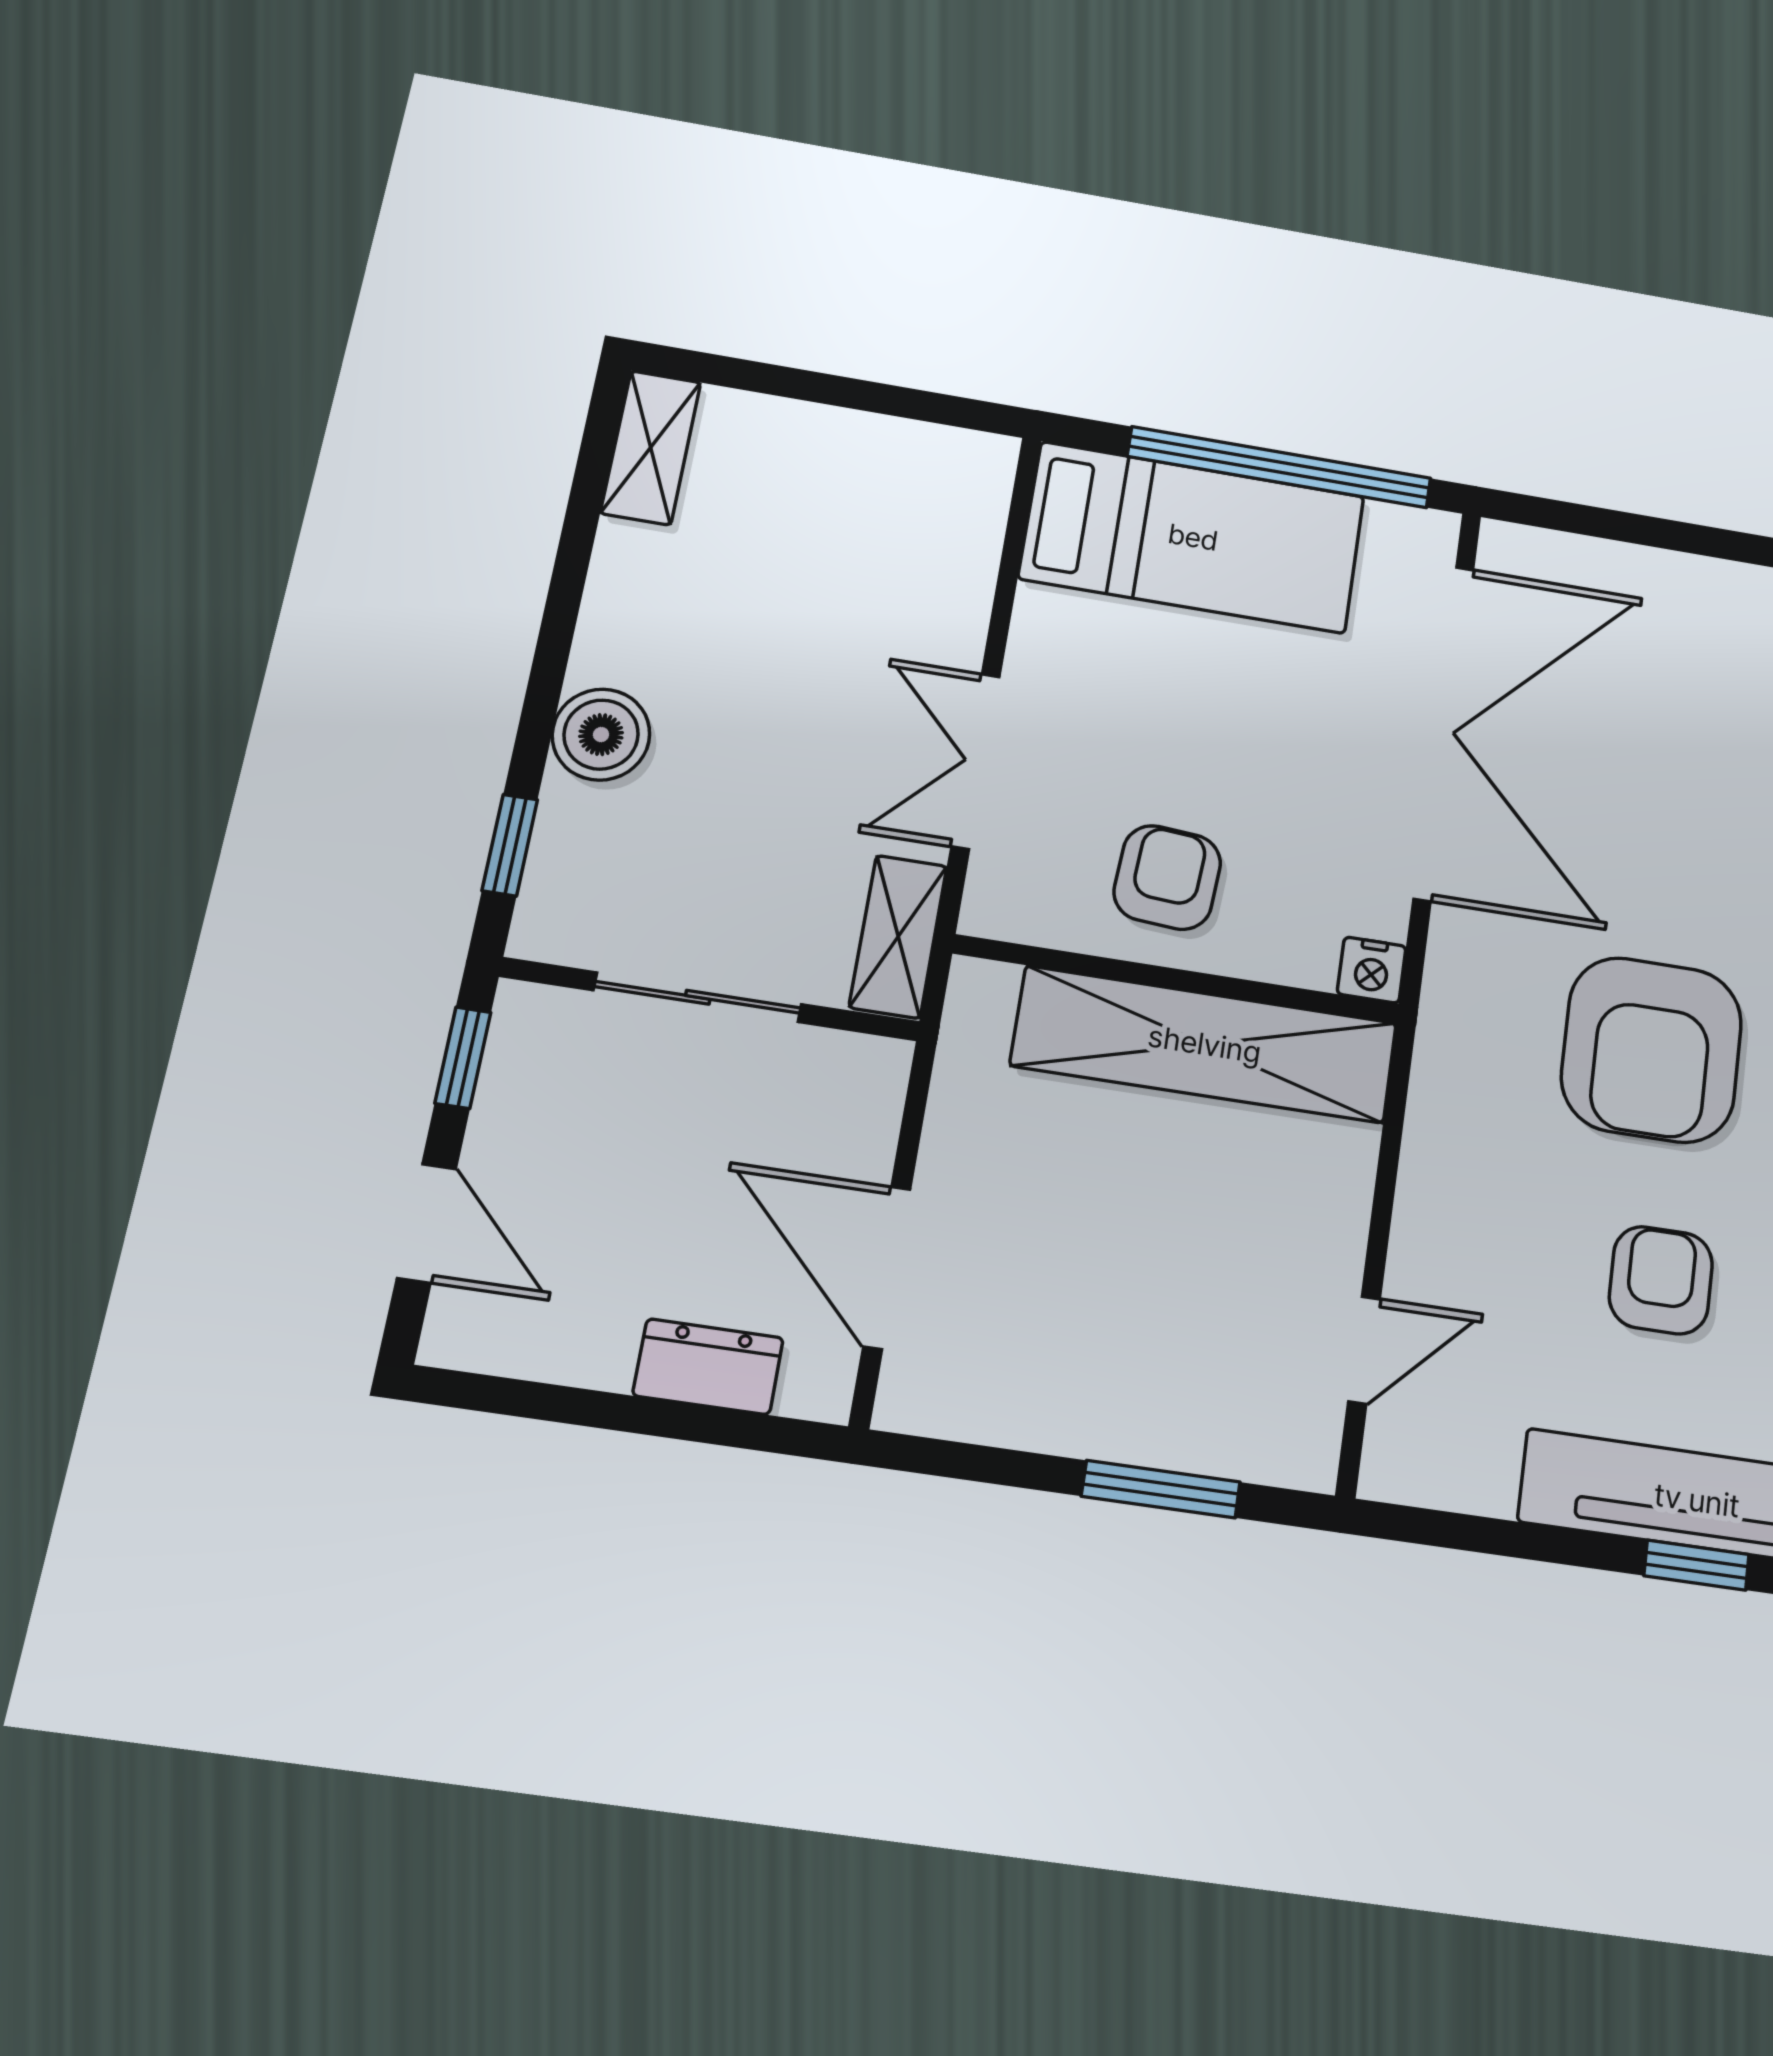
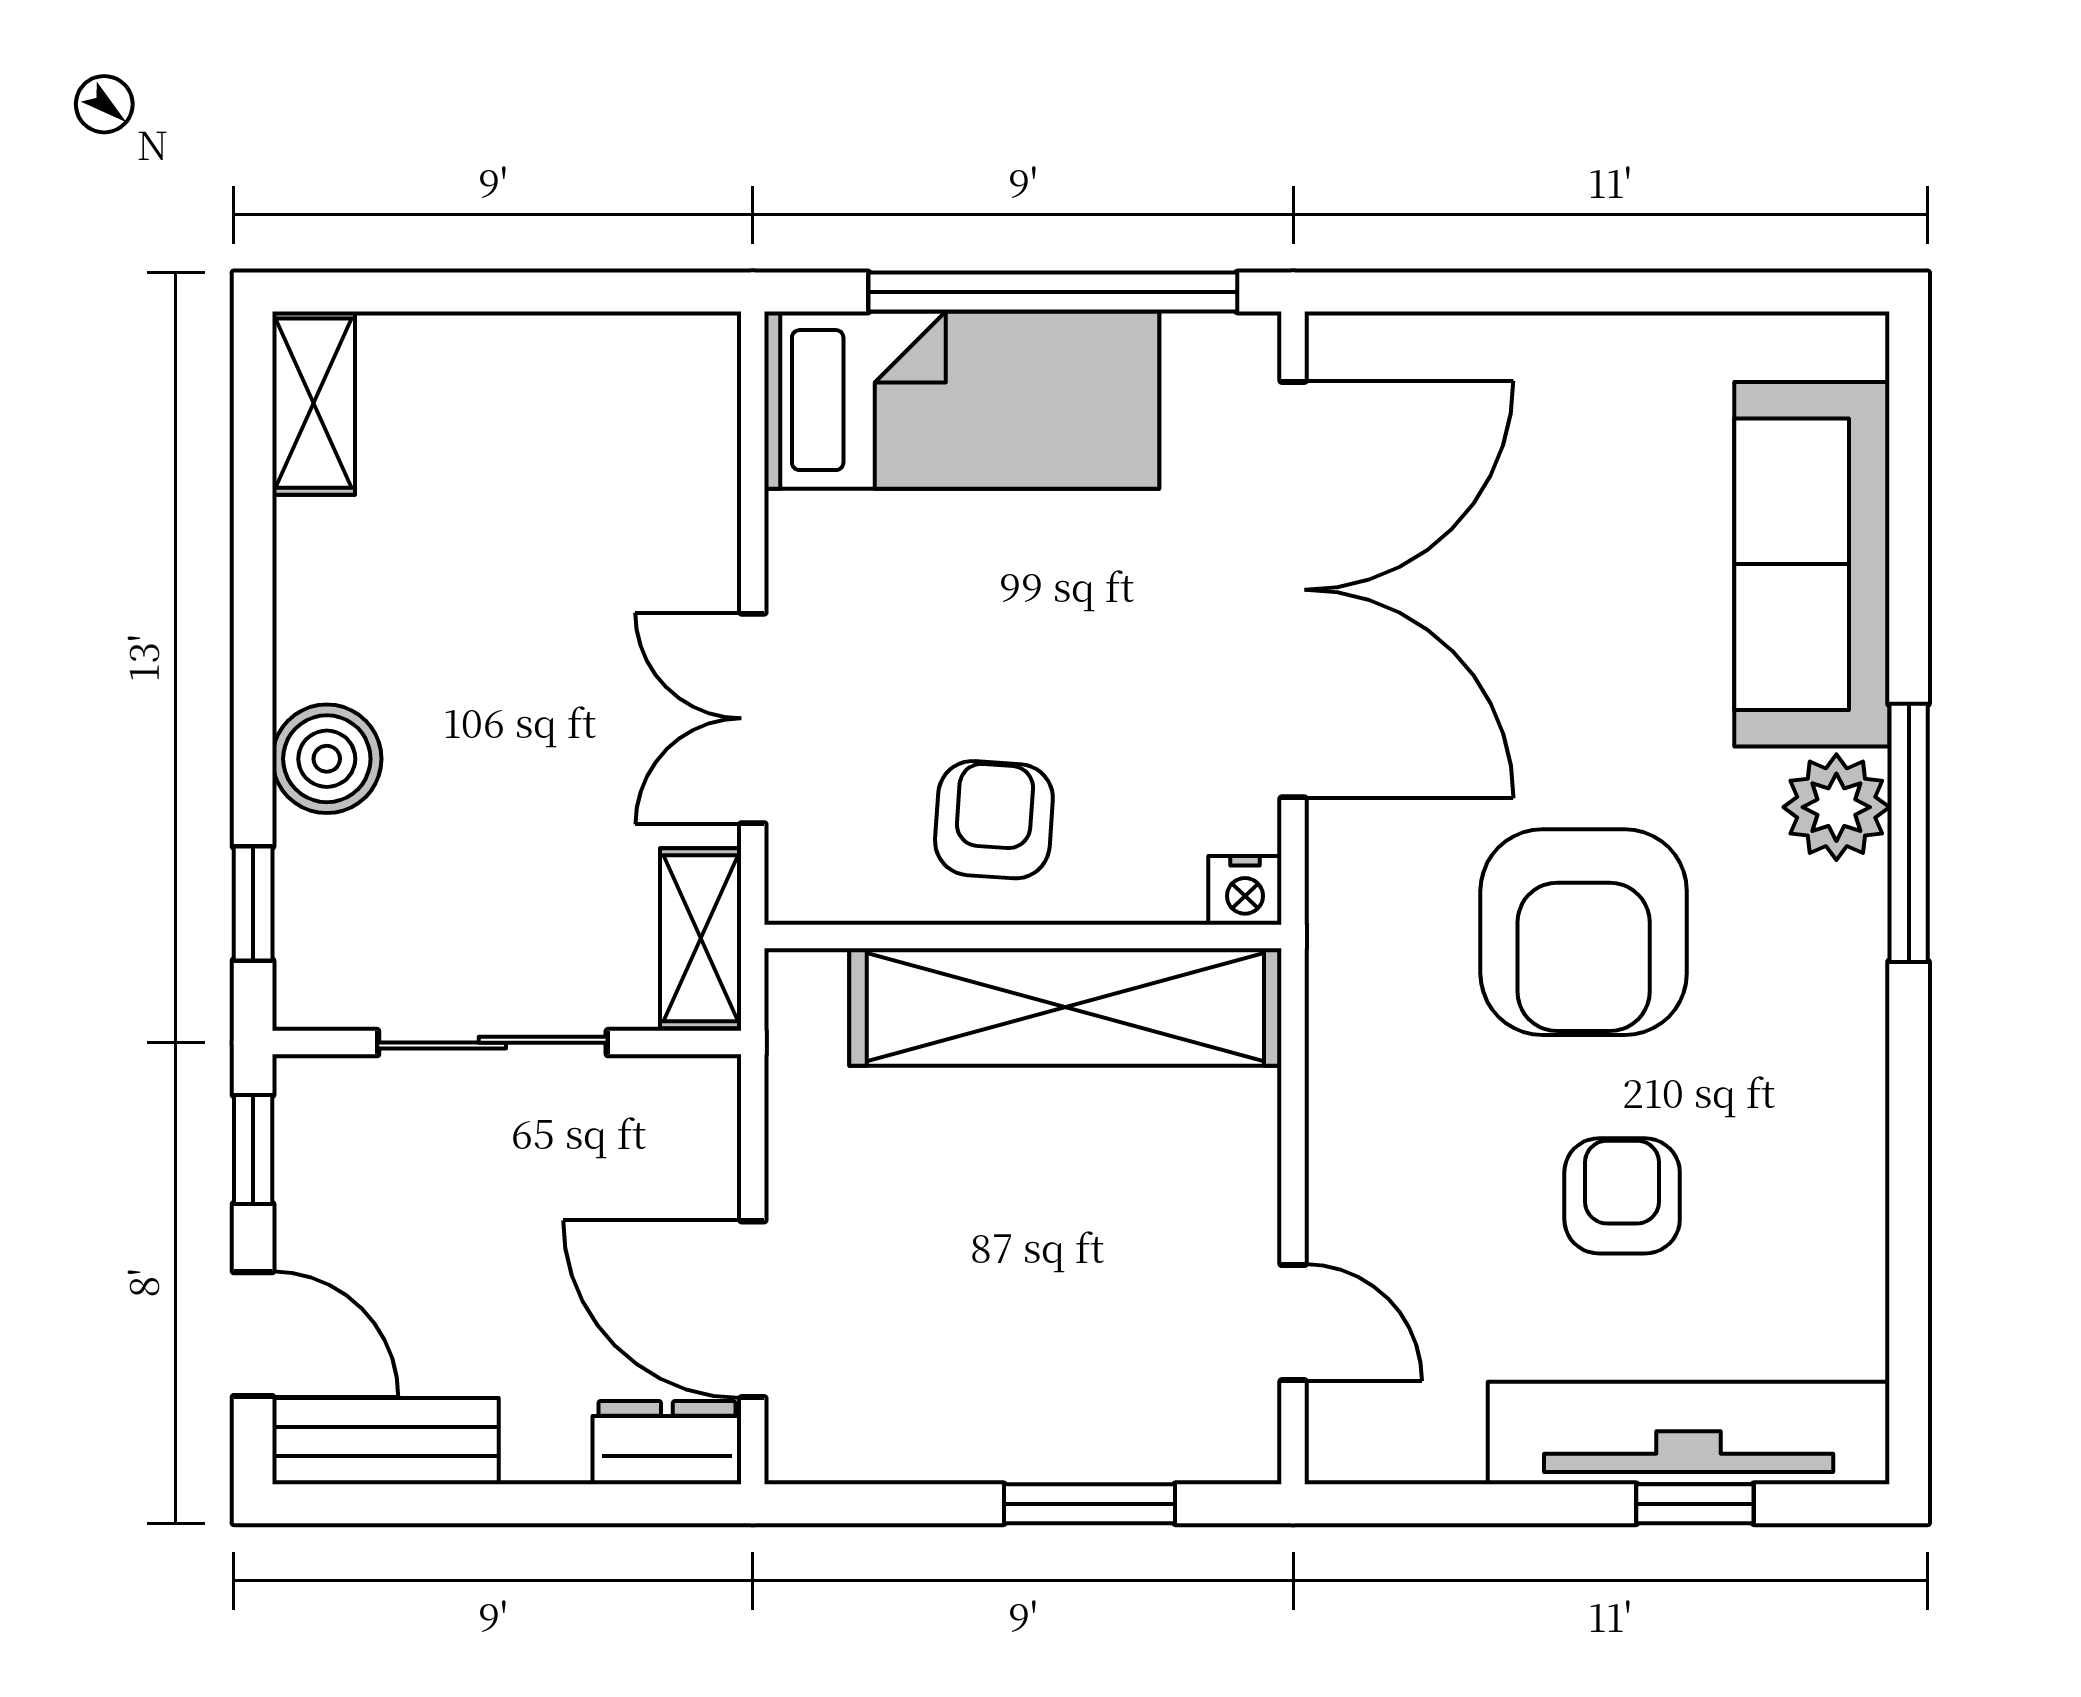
bench: (528, 1339) -> (386, 1441), added
door: (1364, 1350) -> (1293, 1323), hinge flipped
dresser: (708, 1367) -> (667, 1443), moved

